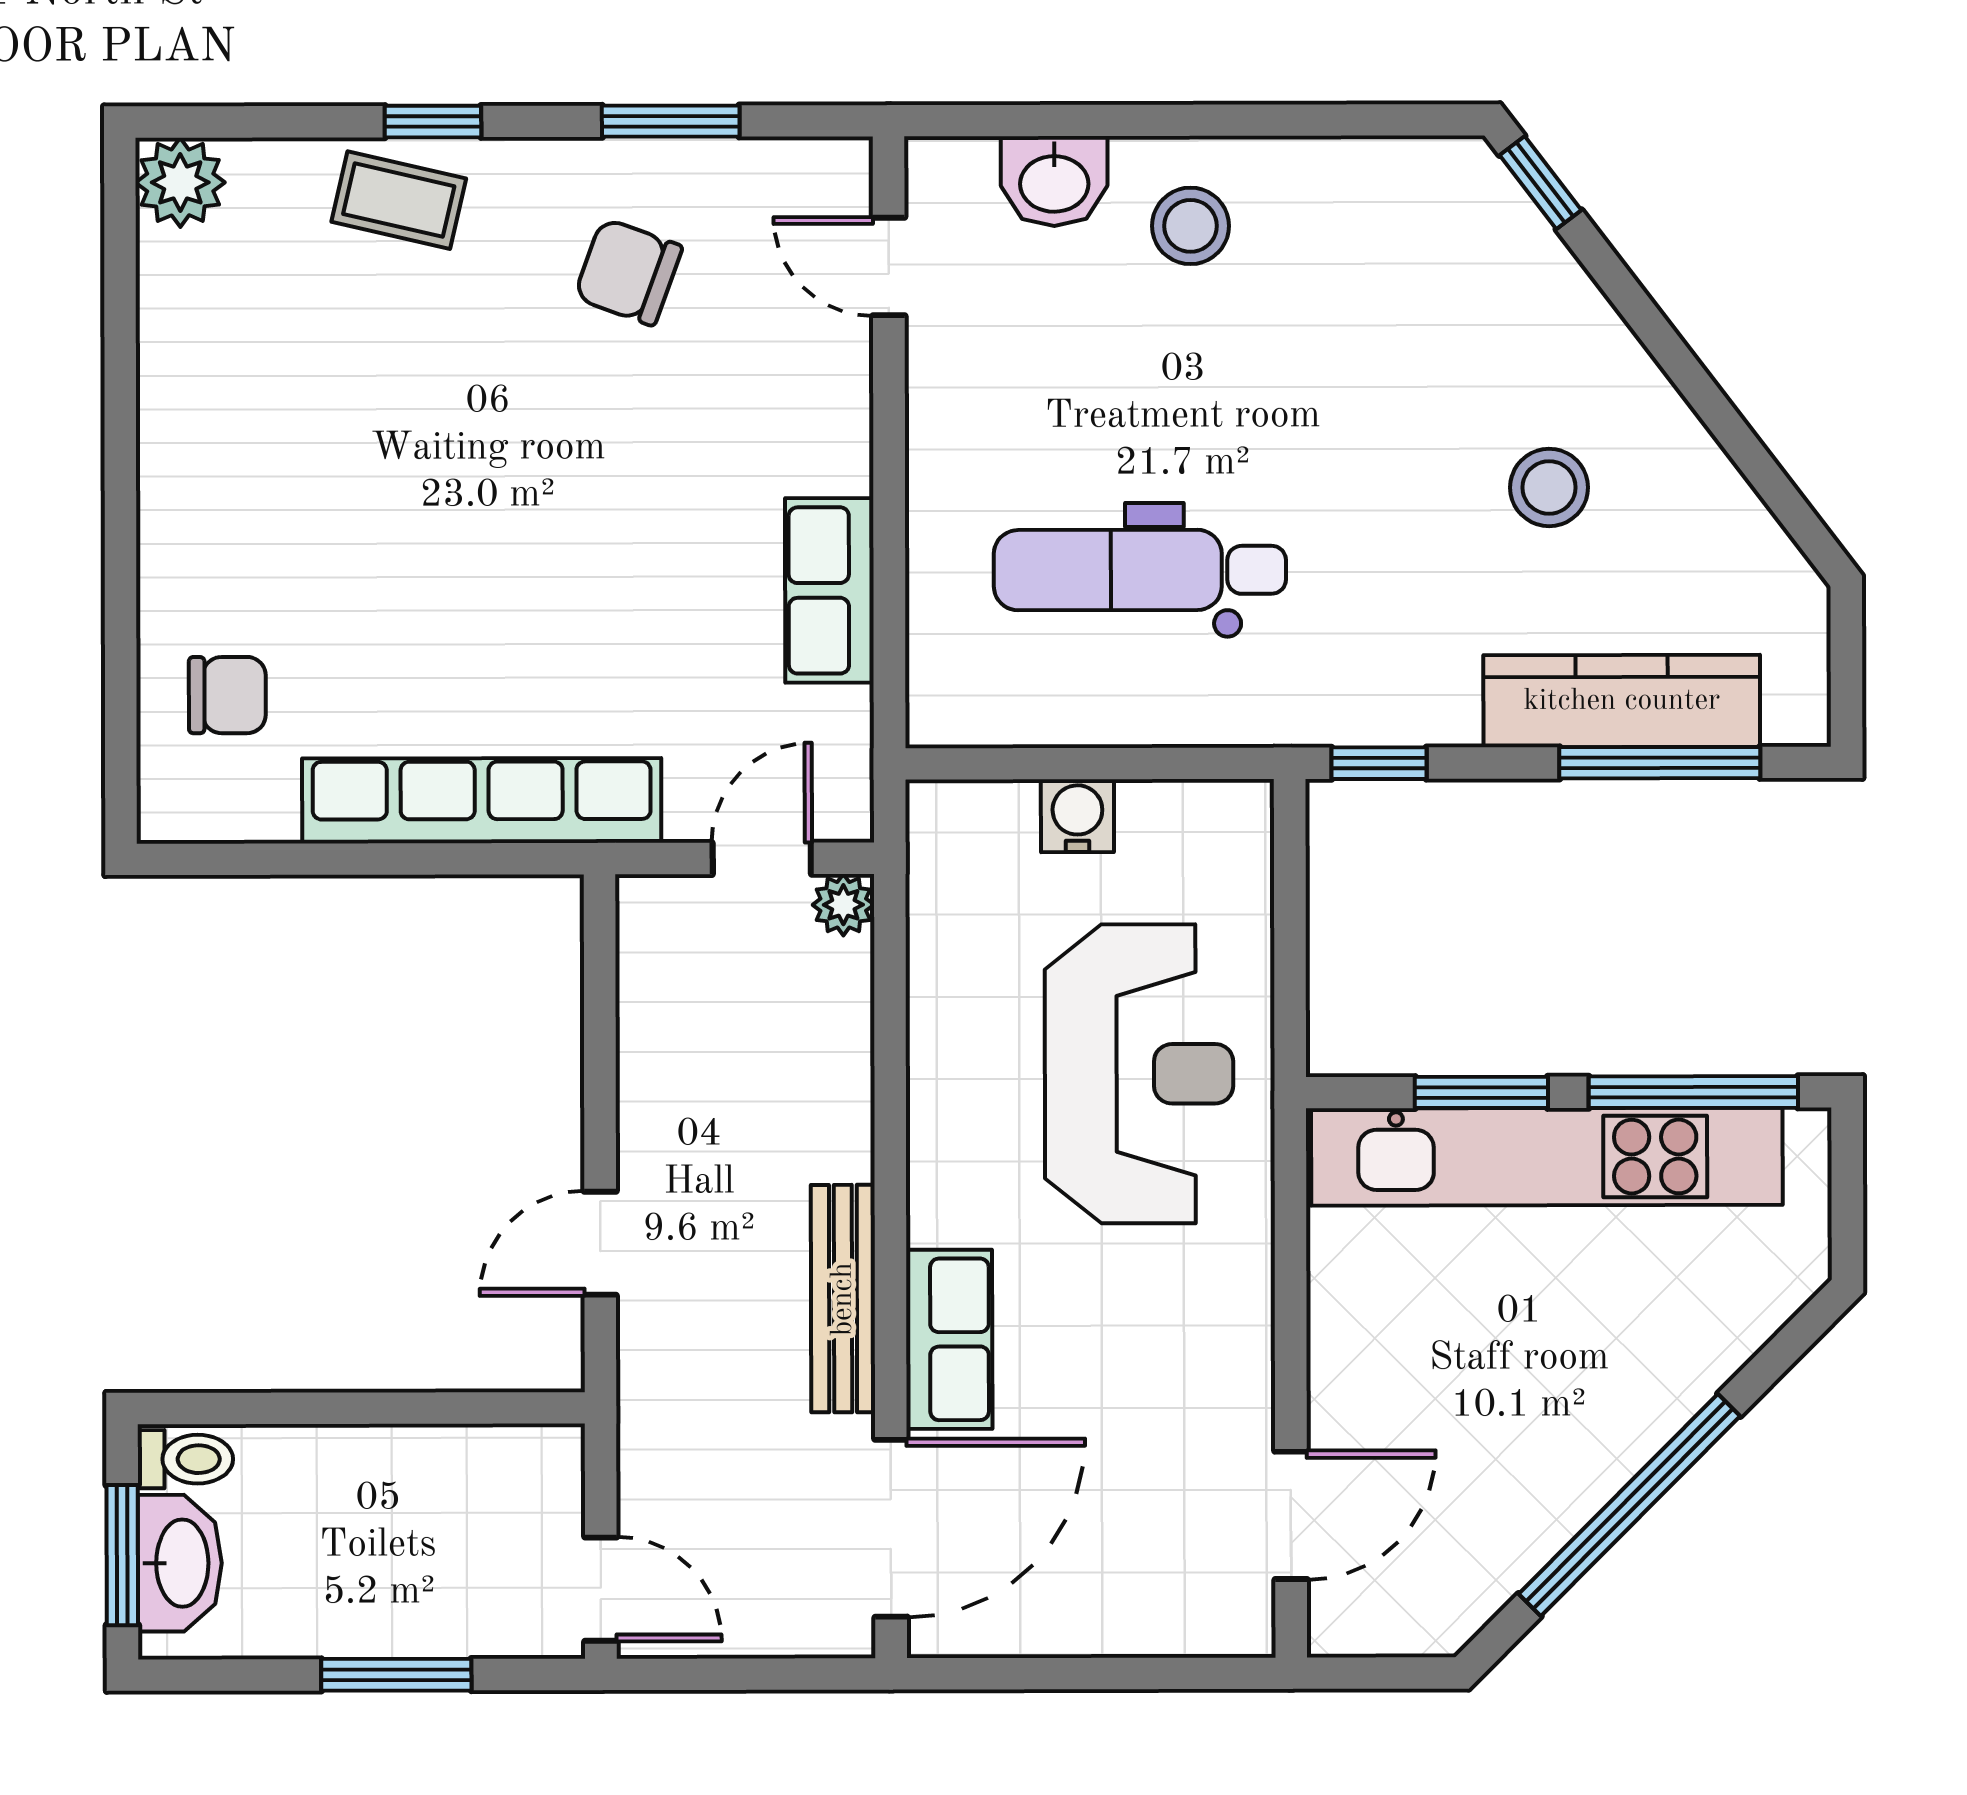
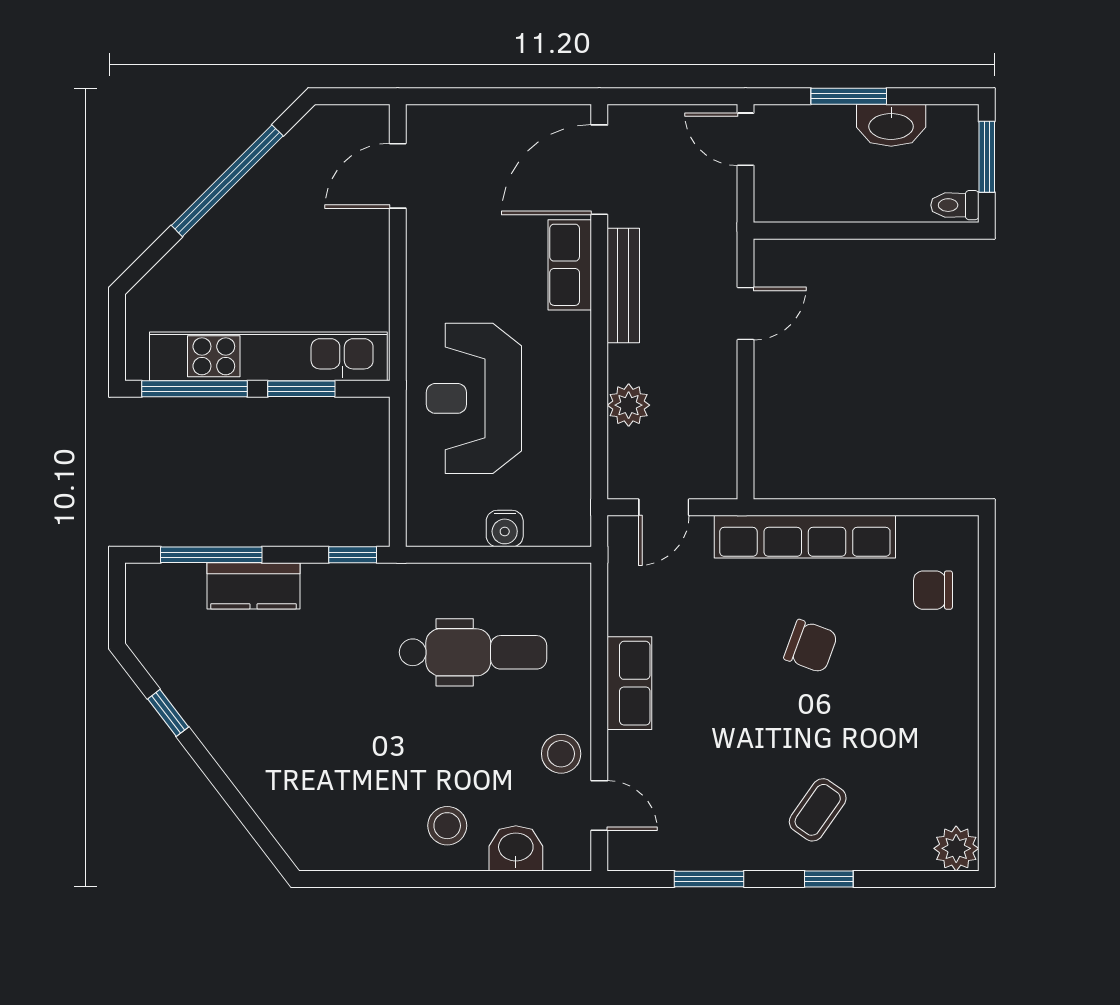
window: (1541, 183) -> (168, 713), moved
coffee table: (399, 200) -> (818, 810), moved, turned -68
chair: (628, 272) -> (811, 646), moved
stool: (1549, 487) -> (561, 754), moved
row of seats: (829, 590) -> (629, 683), moved
kitchen counter: (1622, 701) -> (253, 586), width x0.67
plant: (843, 905) -> (629, 405), moved, width x1.38, depth x1.38
washbasin: (180, 1563) -> (891, 125), moved, turned -90

